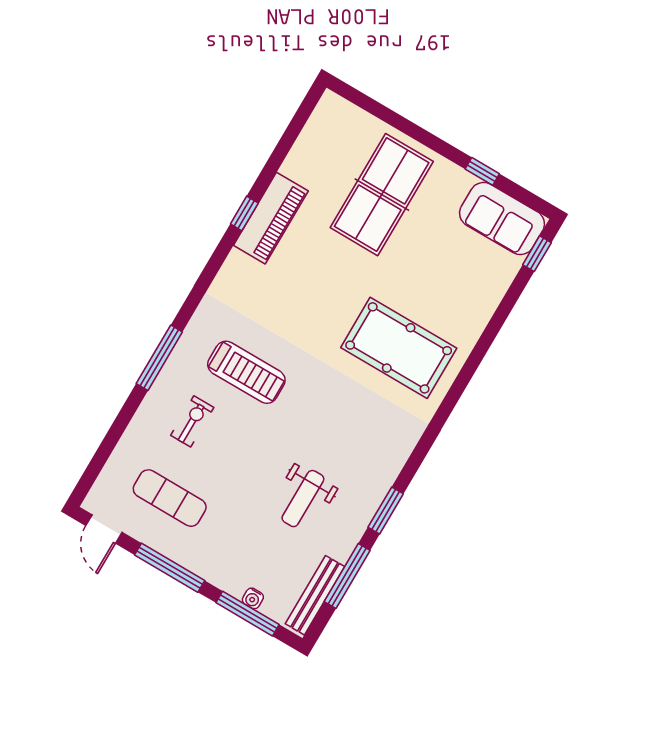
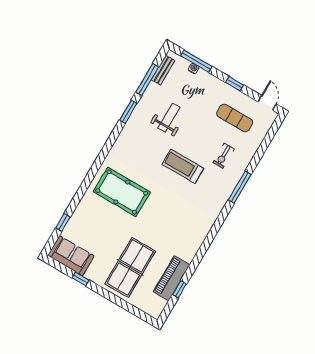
window: (244, 213) -> (180, 289), moved
piano: (271, 218) -> (172, 278), moved
window: (537, 254) -> (63, 222), moved
treadmill: (246, 372) -> (183, 166), moved
window: (170, 568) -> (235, 84), width x0.46
bench: (315, 595) -> (163, 70), width x0.73

